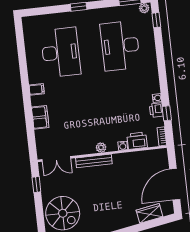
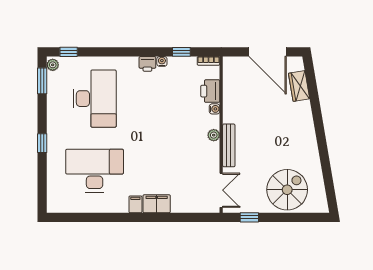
desk: (120, 46) -> (95, 99), turned -90
printer: (156, 110) -> (147, 64), moved
filing cabinet: (40, 117) -> (157, 204), moved

